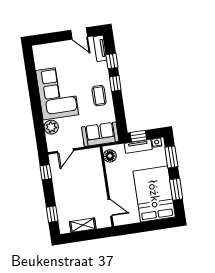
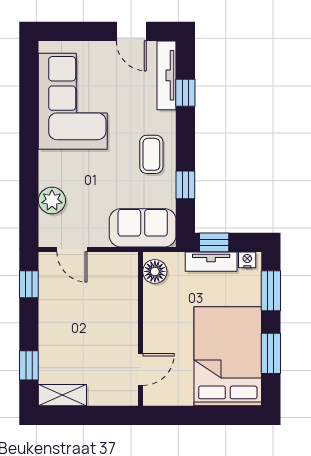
tv unit: (100, 48) -> (167, 75), width x1.41
window: (115, 84) -> (185, 185), moved
corner sofa: (57, 93) -> (73, 101), moved
door: (65, 151) -> (72, 249), hinge flipped
door: (110, 208) -> (140, 369), hinge flipped
shelving: (83, 225) -> (62, 395), moved

